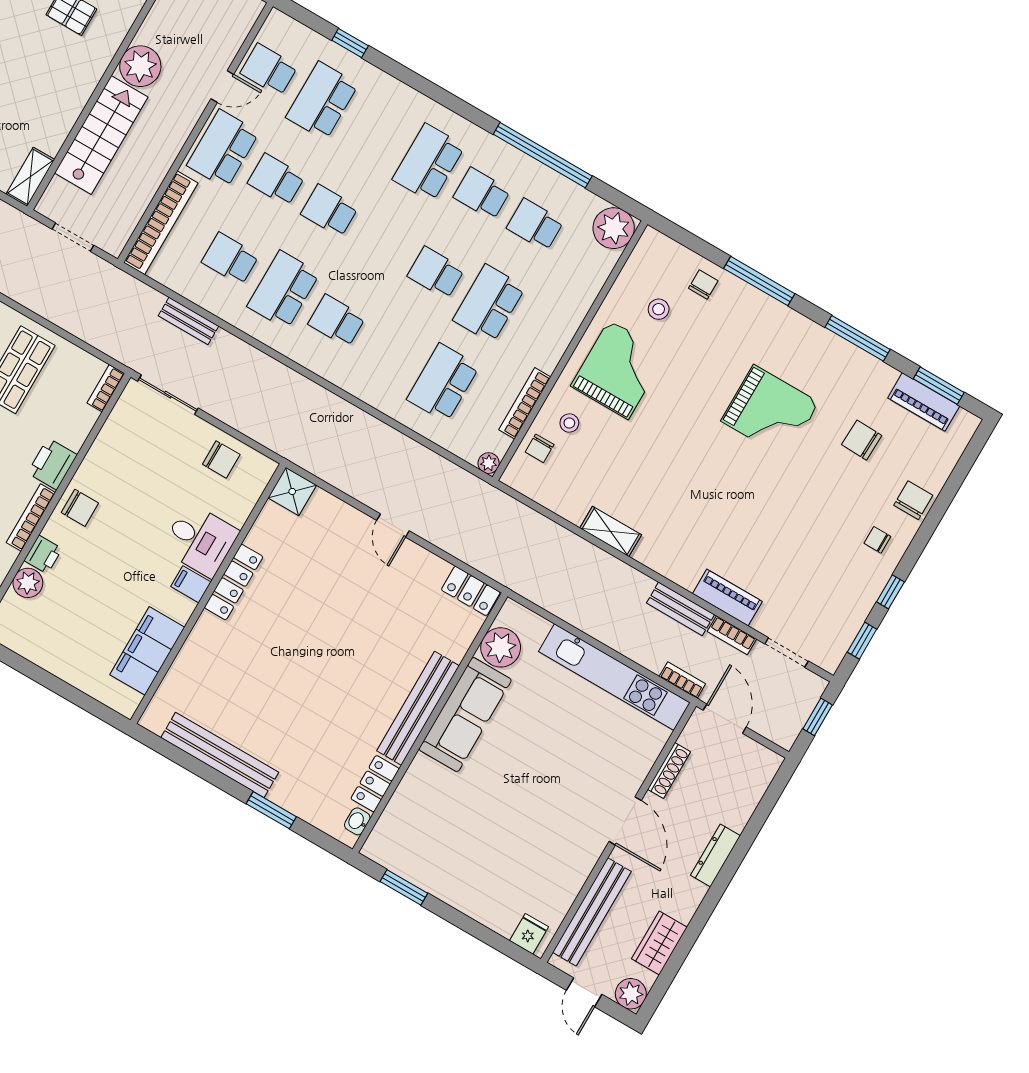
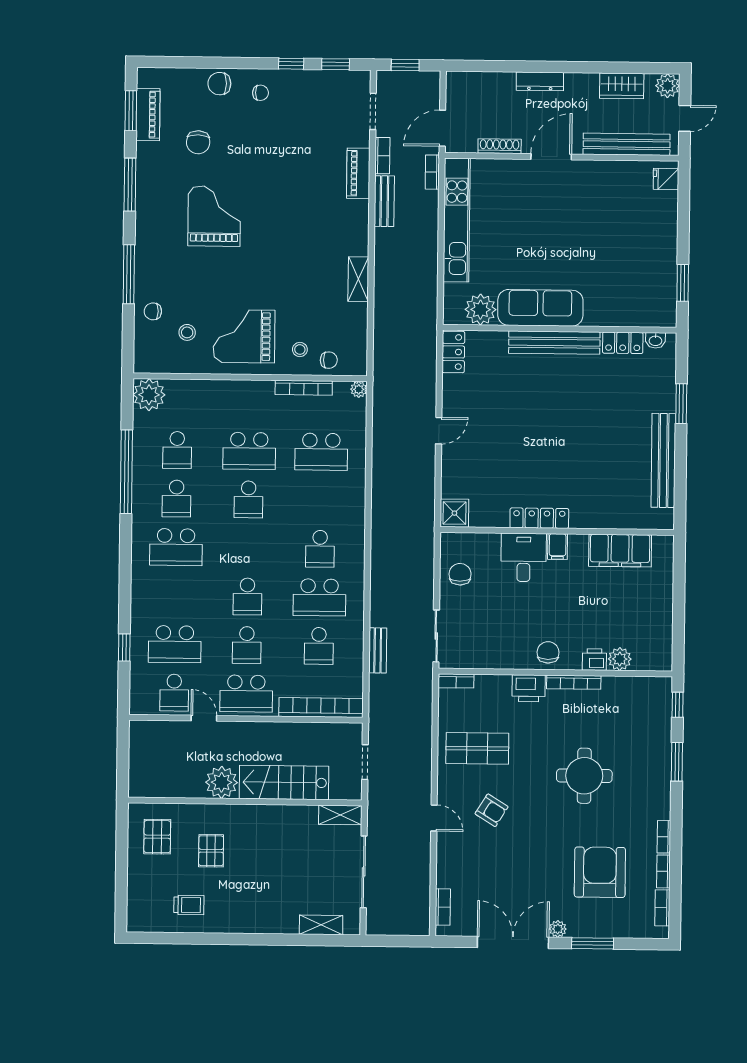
chair: (877, 540) -> (260, 93), turned -90

